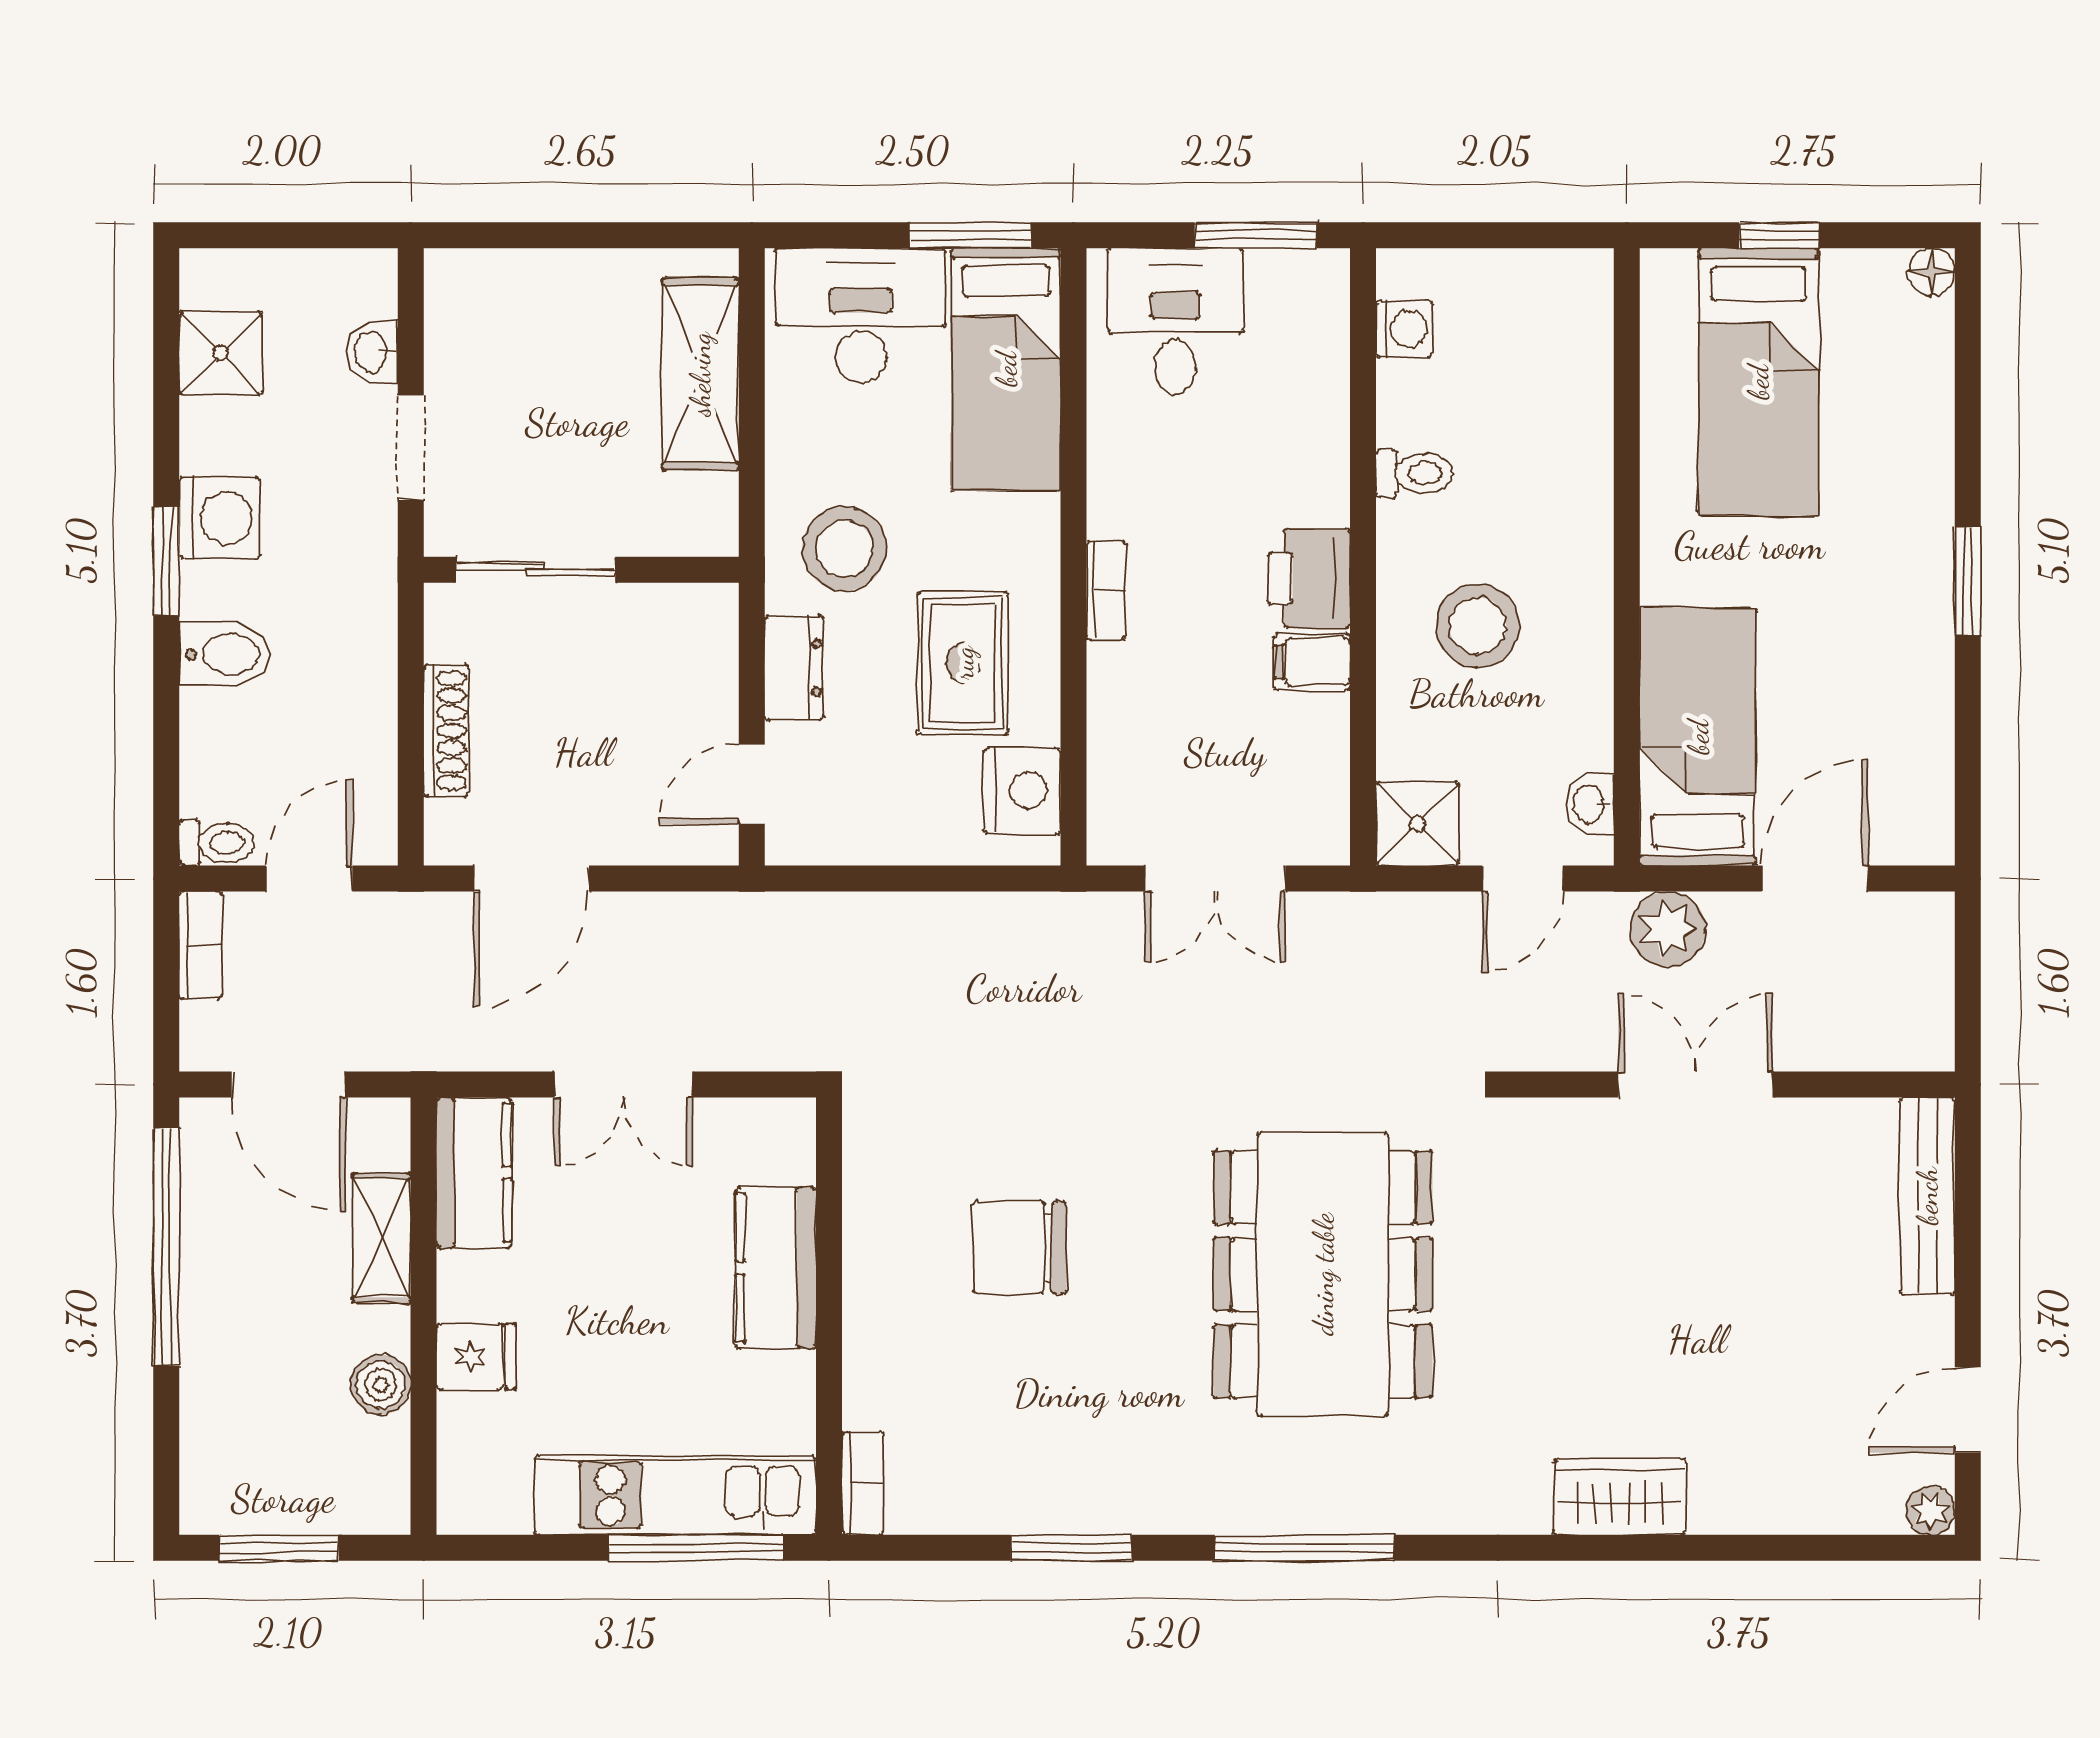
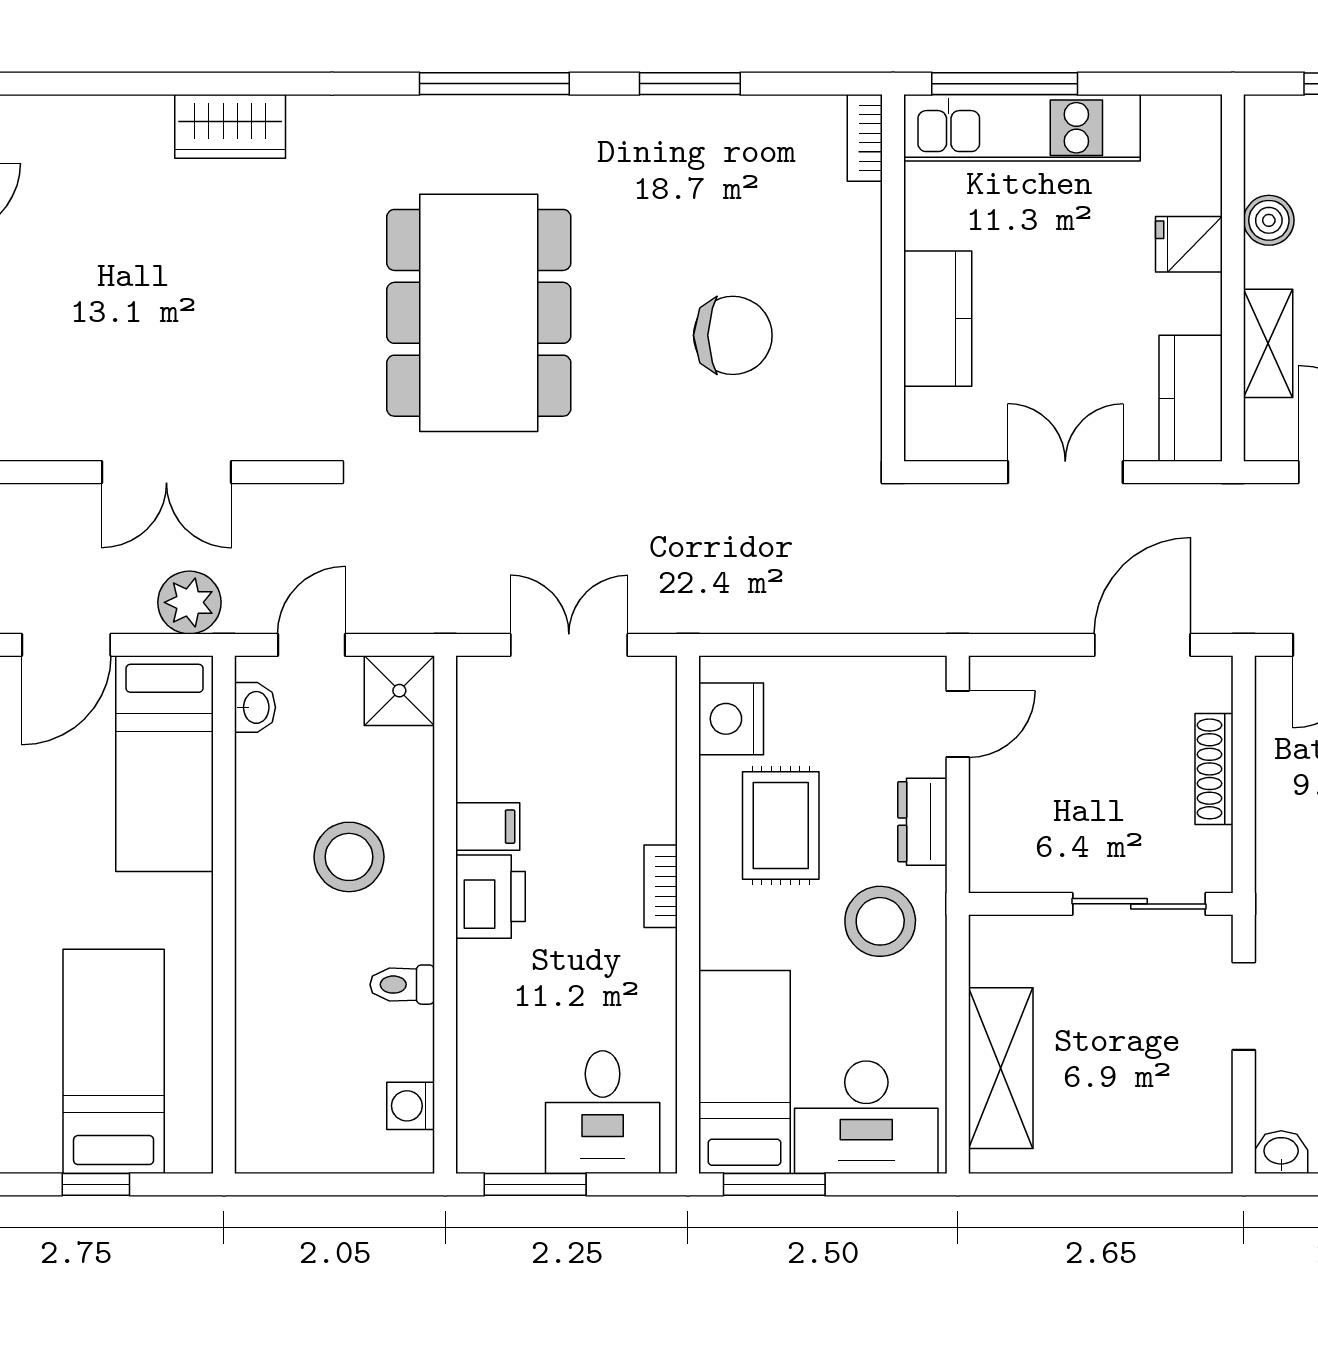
washbasin: (372, 352) -> (1281, 1152), moved, turned -90

